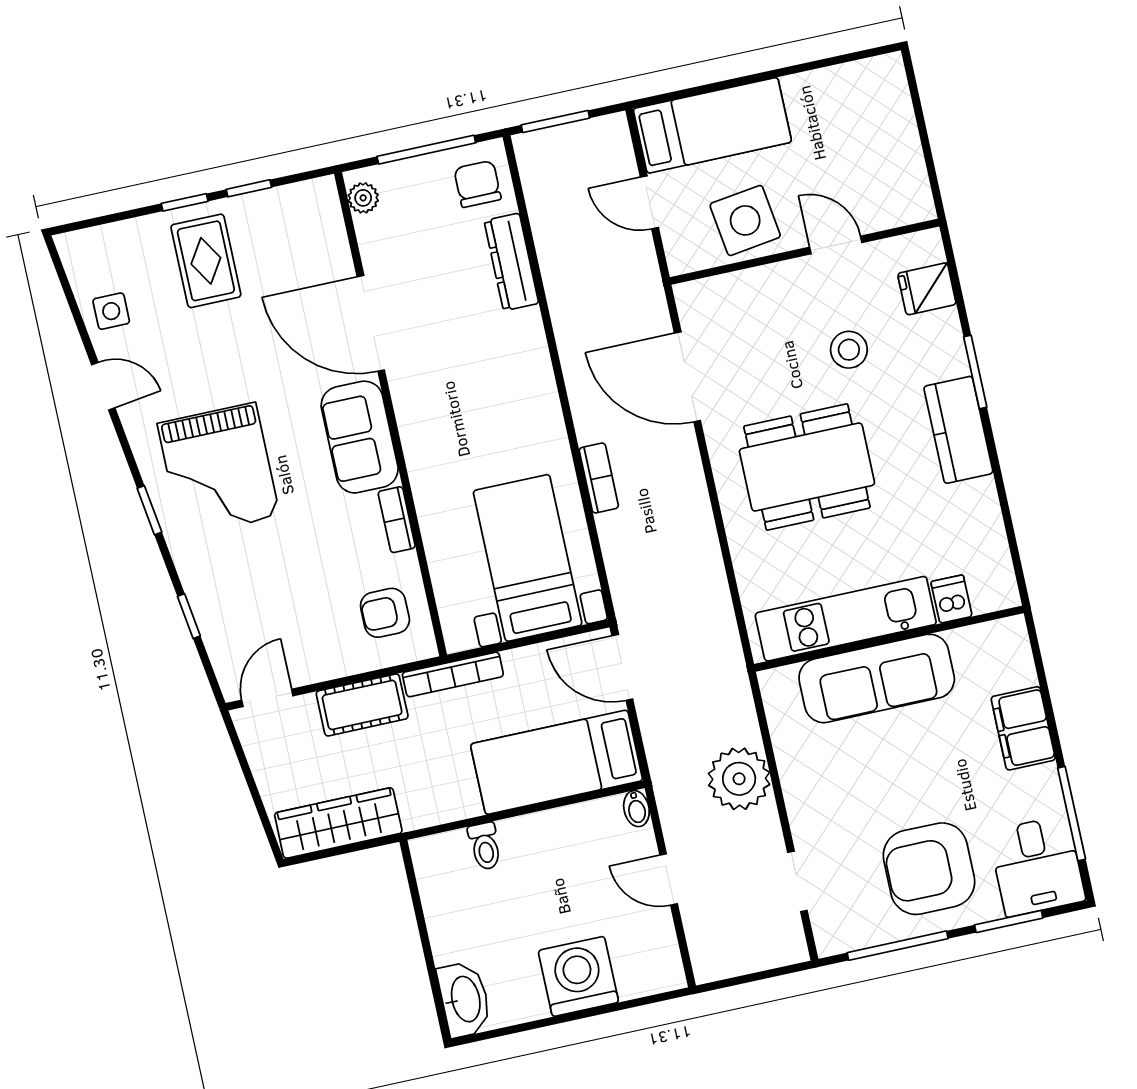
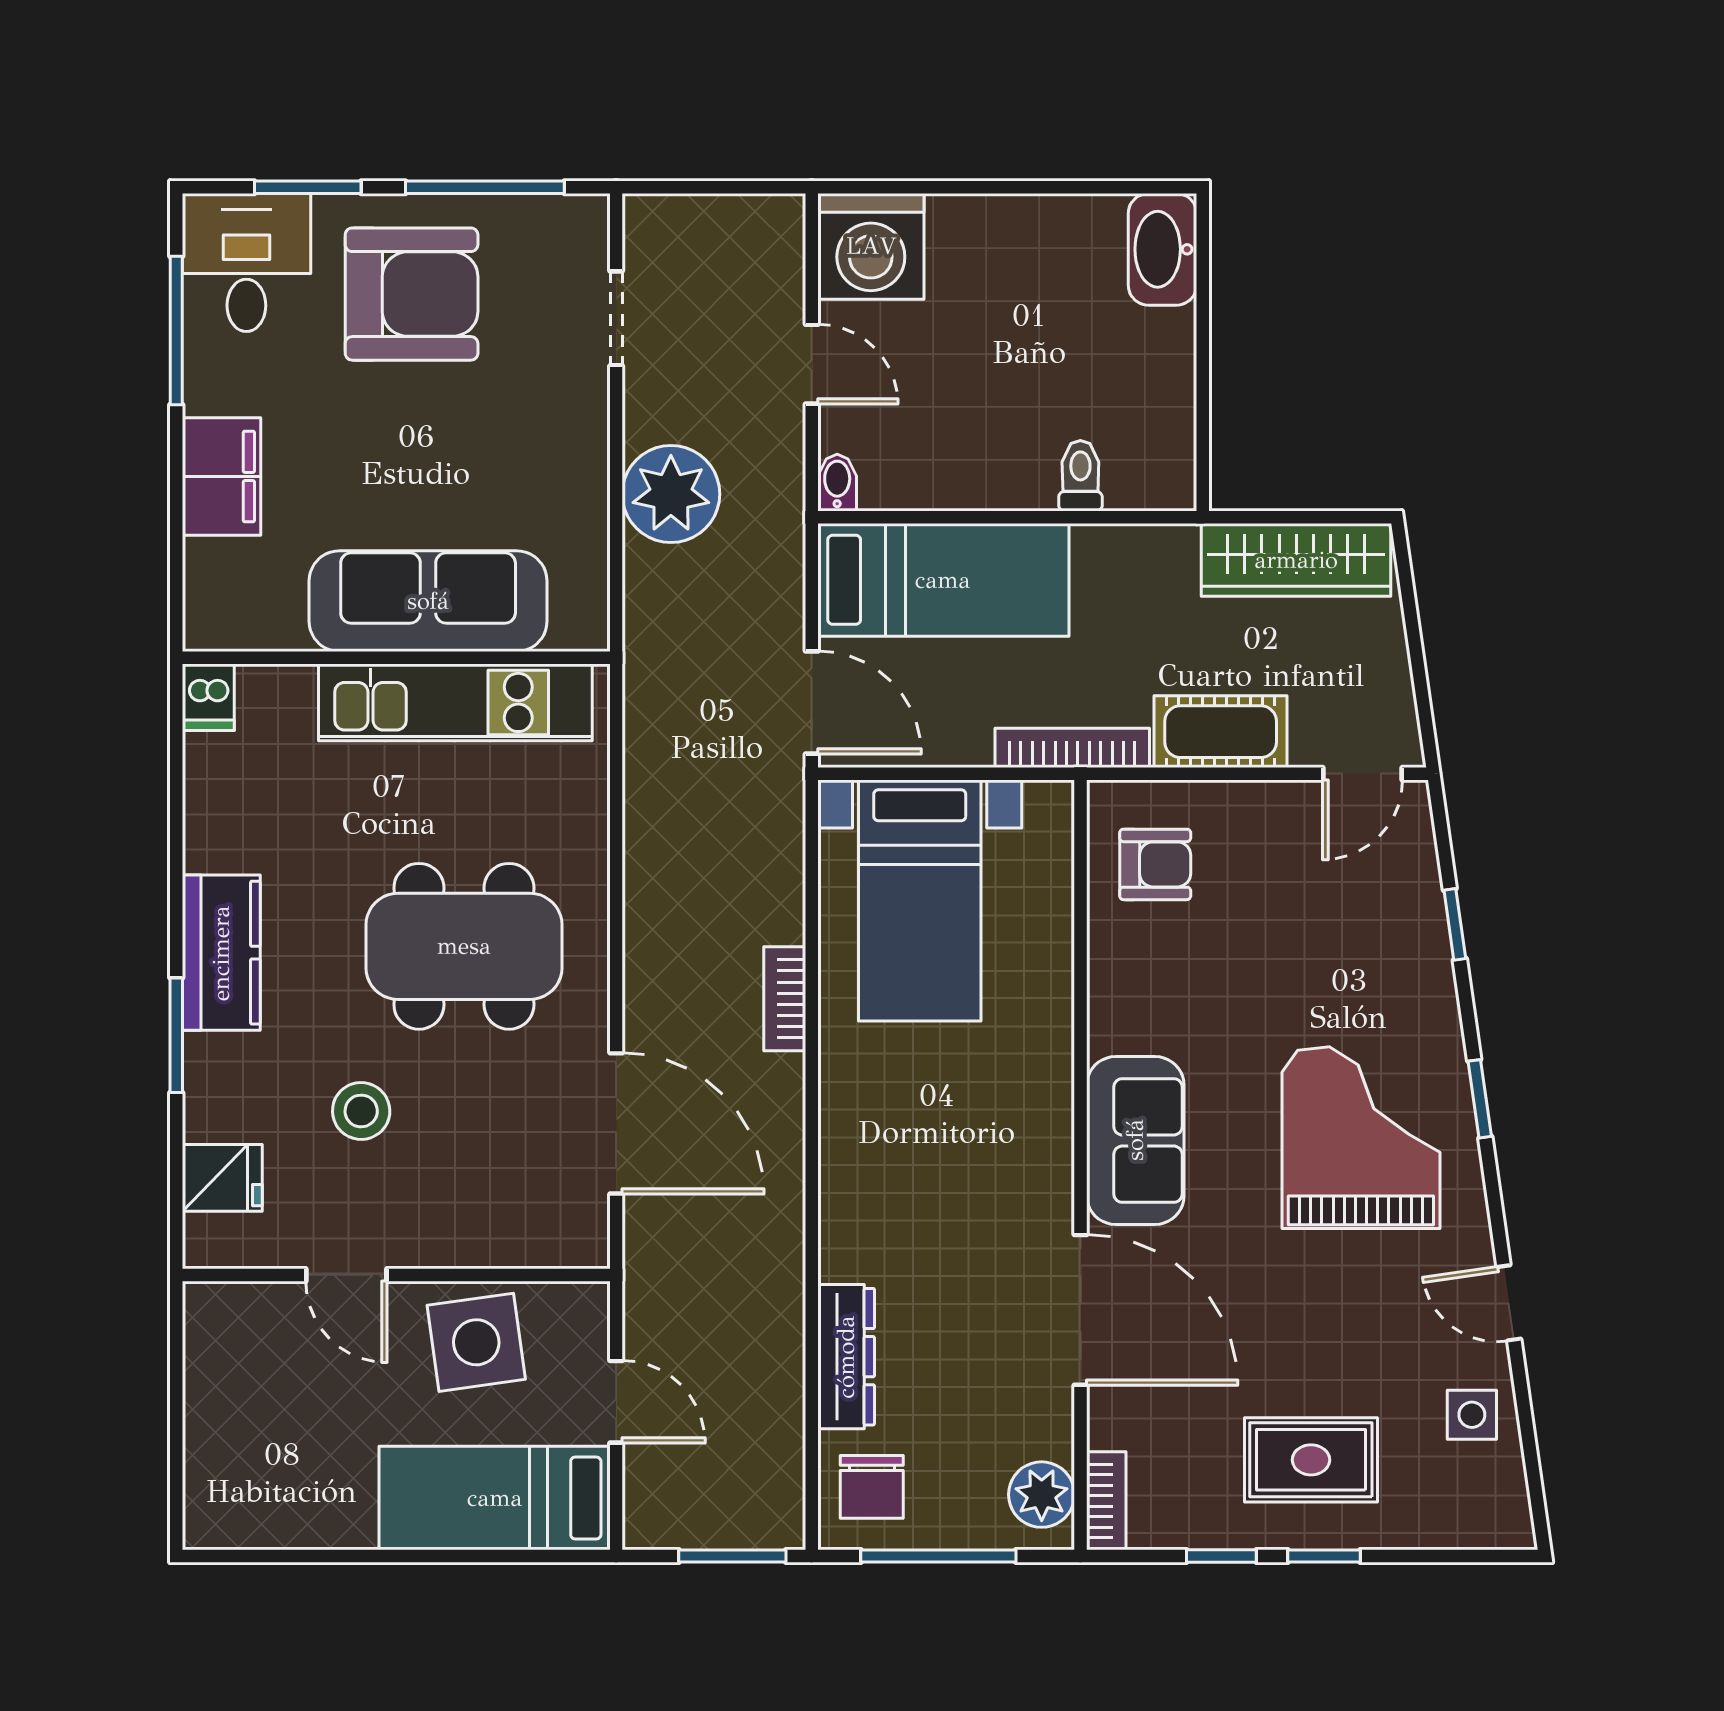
plant: (363, 198) -> (1042, 1495), width x1.38, depth x1.38
rug: (206, 261) -> (1311, 1460), turned 90
bookcase: (397, 520) -> (1106, 1501), moved
dishwasher: (952, 599) -> (208, 697), moved
washing machine: (578, 976) -> (871, 246), moved

